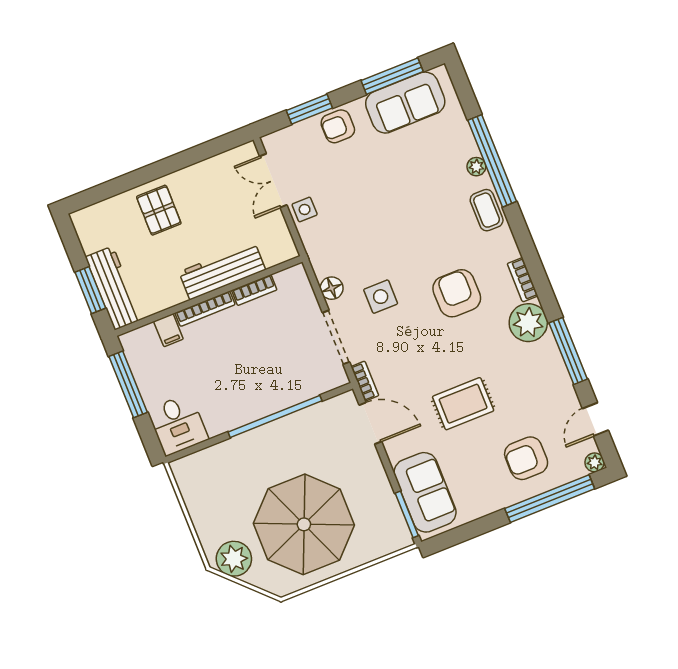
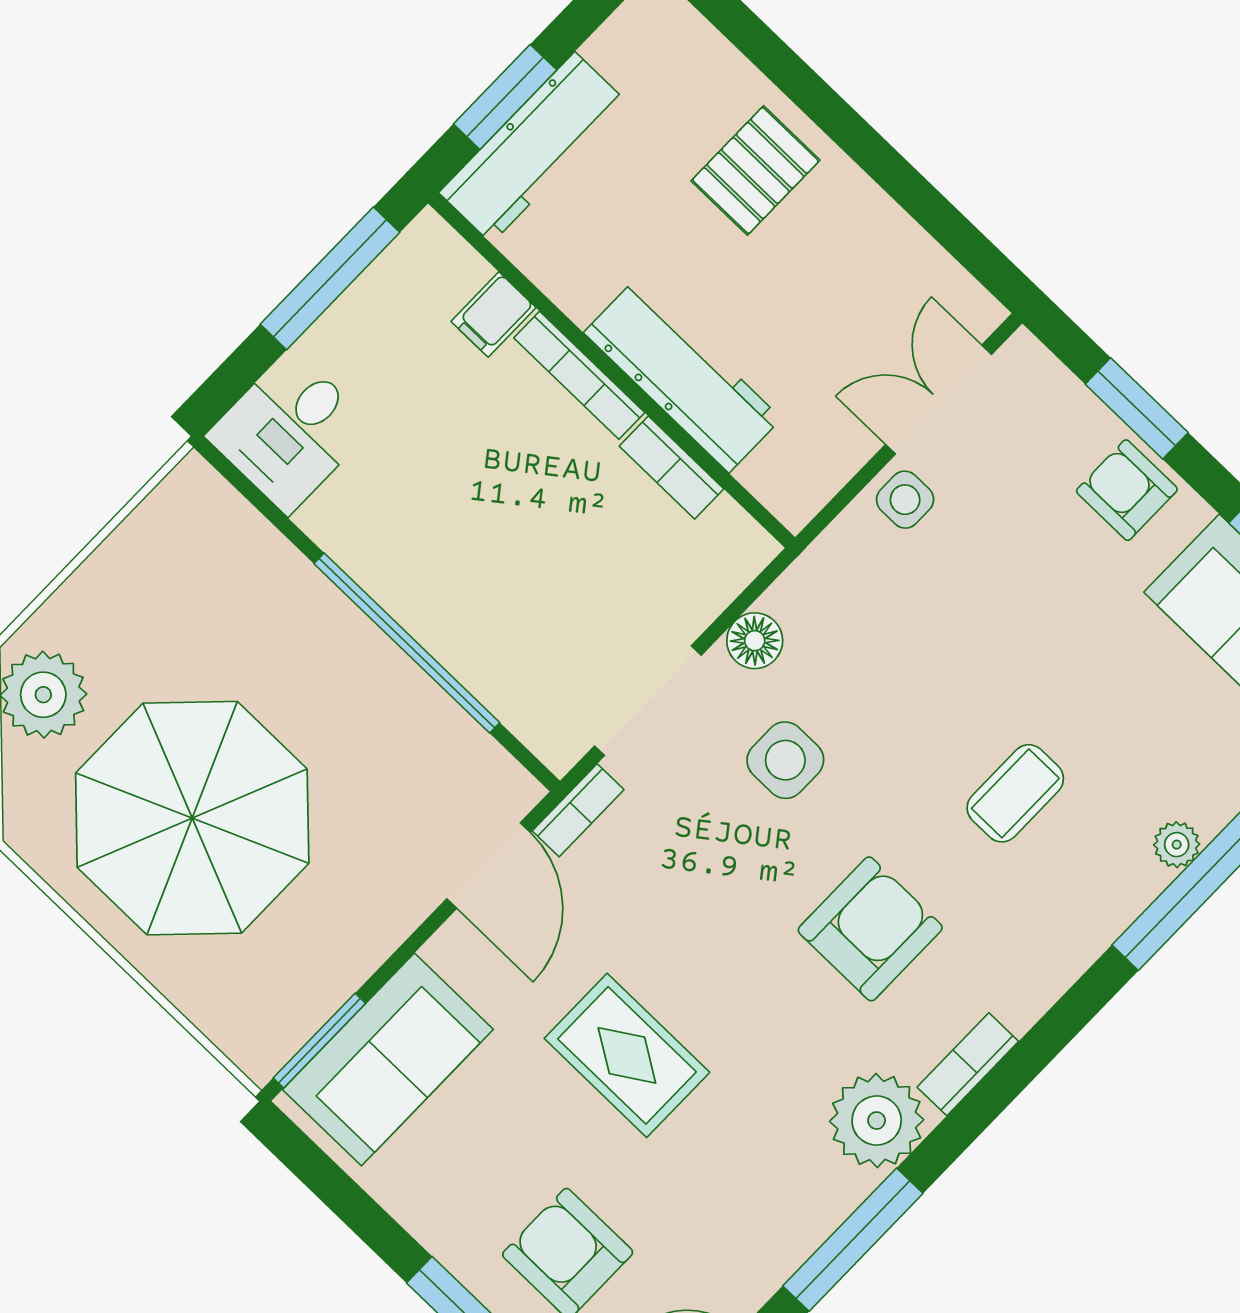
coffee table: (487, 210) -> (1015, 793), moved

